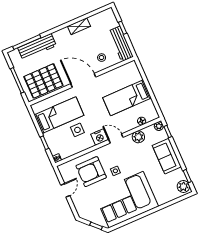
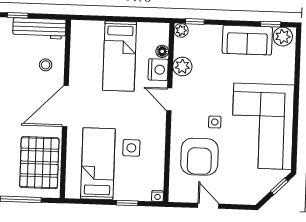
nightstand: (99, 137) -> (158, 70), moved
door: (116, 138) -> (169, 99), hinge flipped
sofa: (167, 156) -> (247, 40), moved

